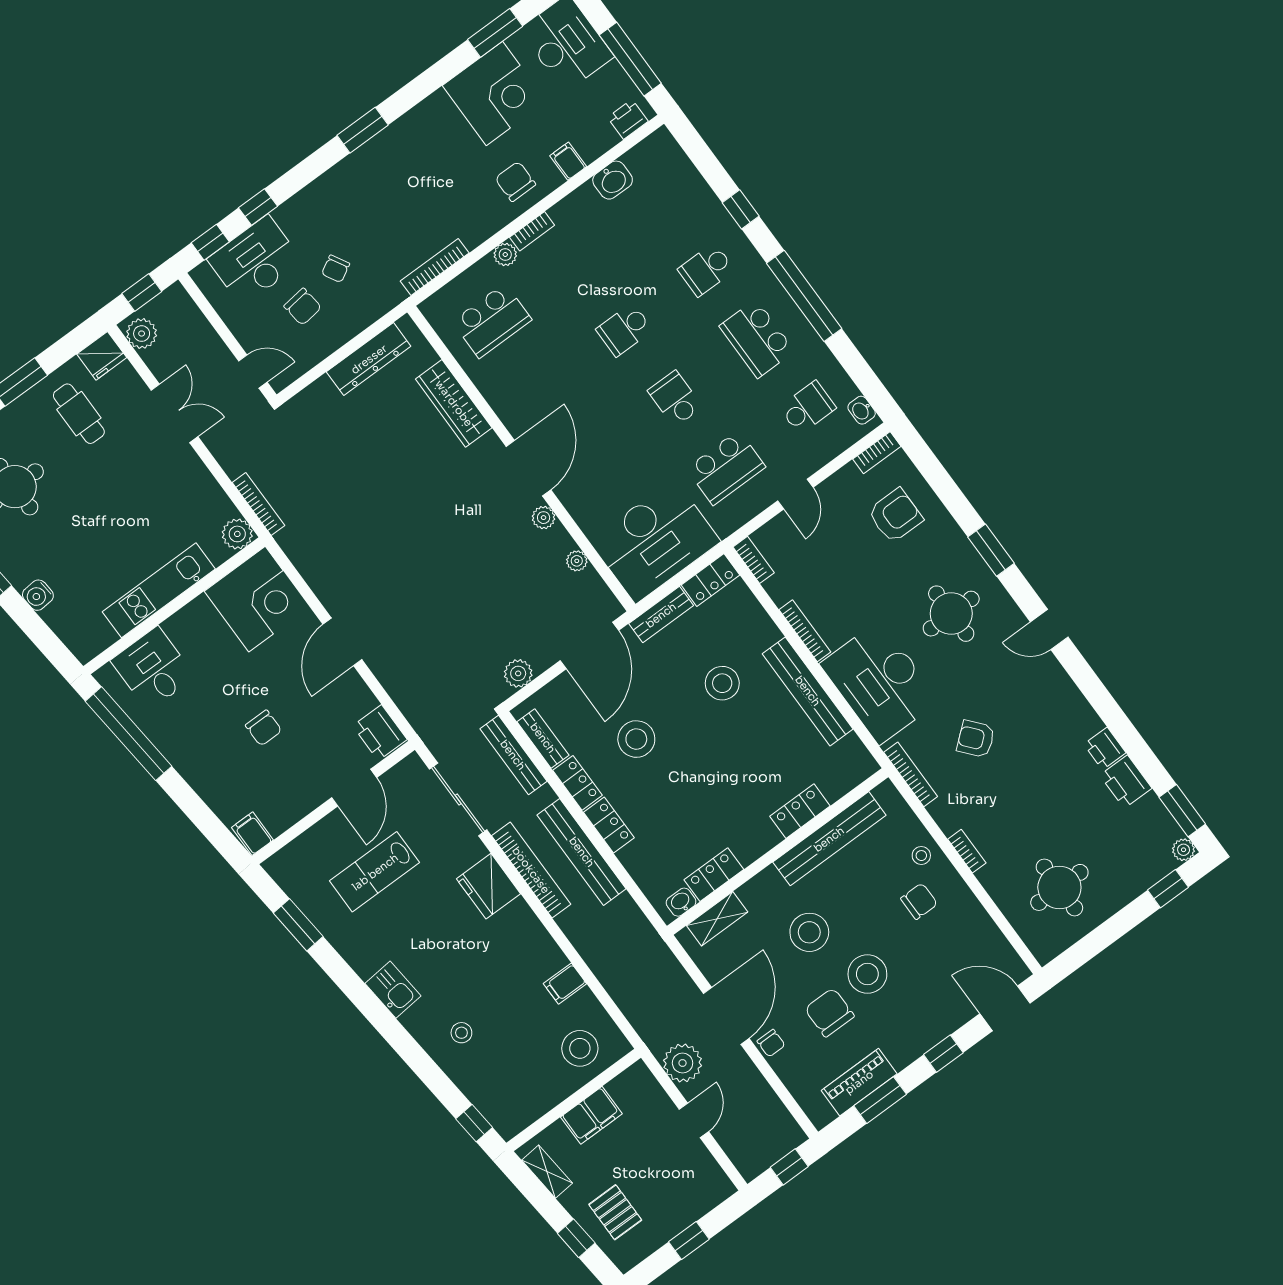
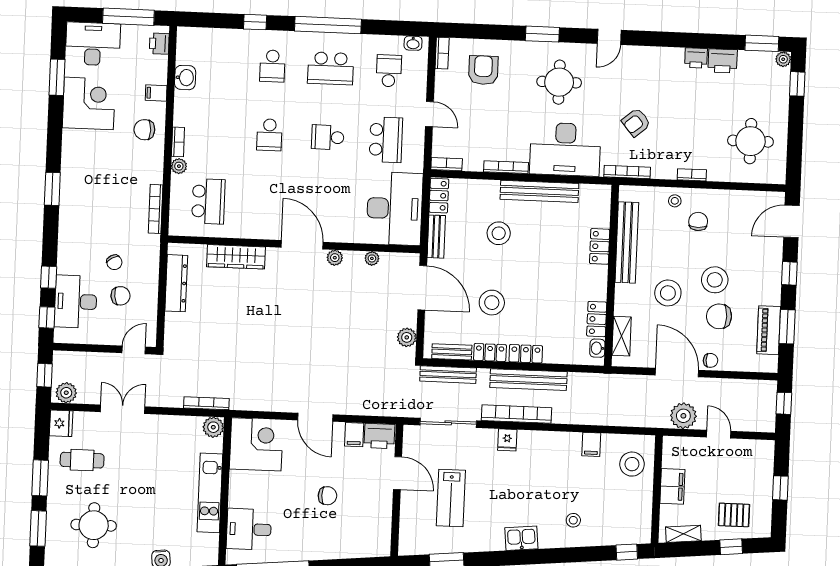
filing cabinet: (252, 834) -> (354, 435), moved, turned -90
fridge: (489, 886) -> (507, 440), width x0.53, depth x0.75

